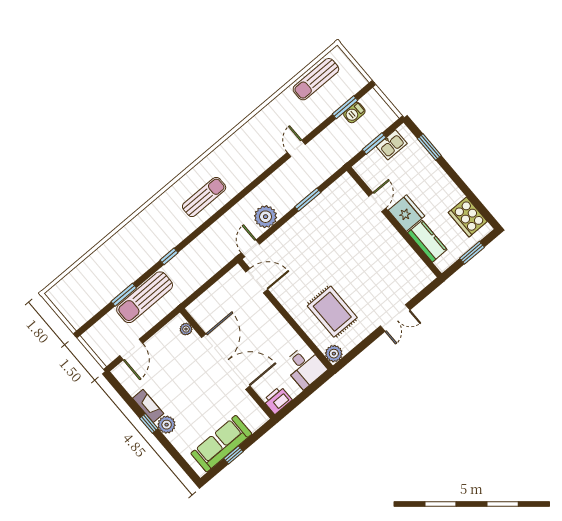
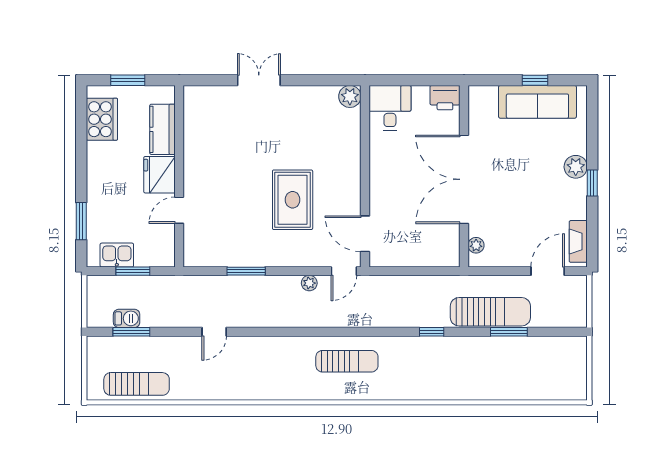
sun lounger: (204, 197) -> (347, 361), turned 180
plant: (266, 217) -> (309, 283), width x0.53, depth x0.53
rug: (332, 312) -> (293, 200), moved
fireplace: (148, 406) -> (578, 241), moved

